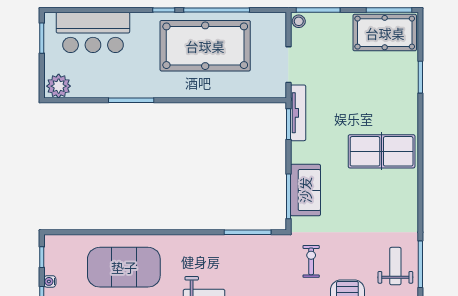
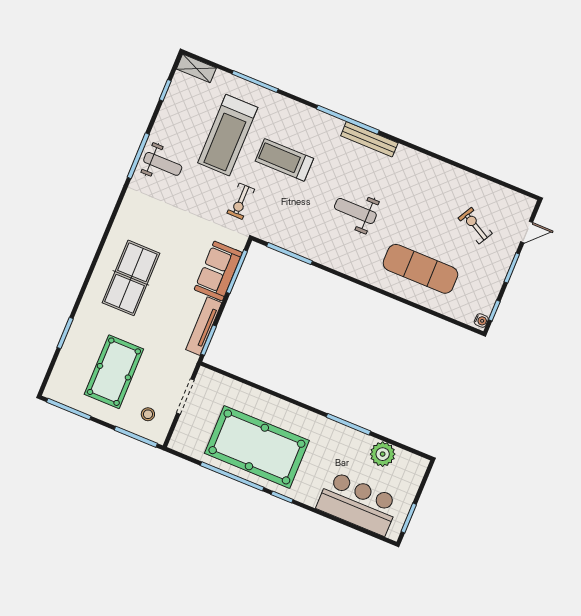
stool: (299, 21) -> (148, 414), moved
pool table: (385, 33) -> (114, 372), moved, turned 90
plant: (59, 86) -> (383, 454), moved
tv unit: (298, 113) -> (204, 326), moved
table tennis table: (382, 151) -> (131, 278), turned 90
weight bench: (395, 266) -> (163, 164), turned -90
exercise mat: (124, 267) -> (420, 269), width x0.68
water cooler: (50, 281) -> (481, 321), moved

